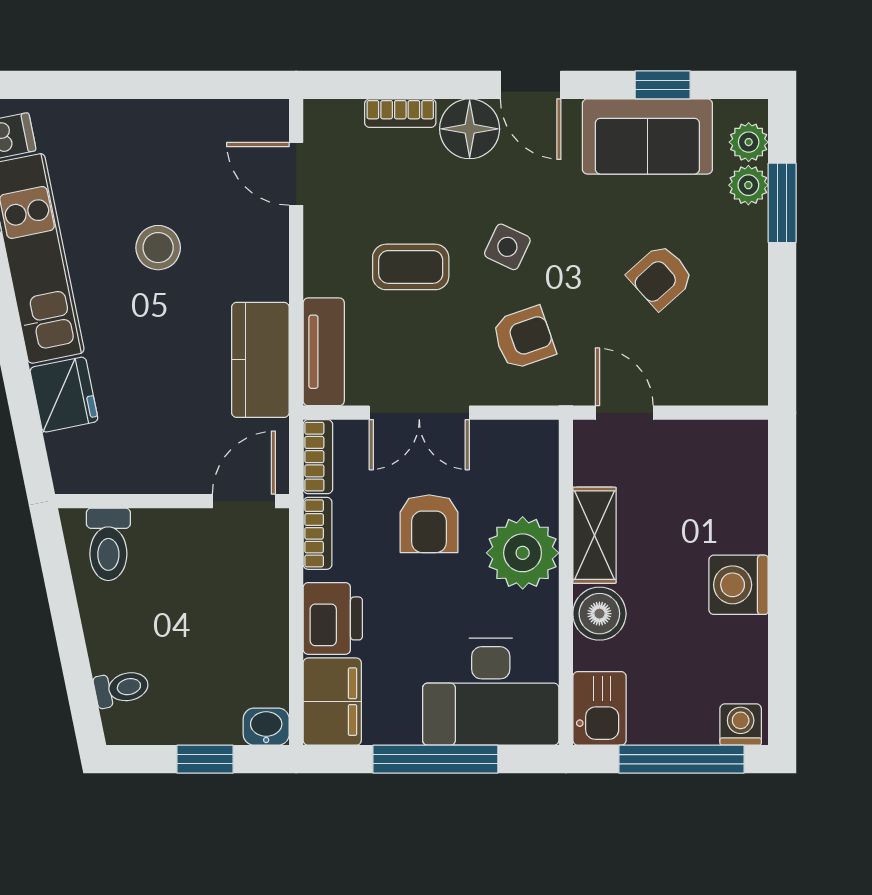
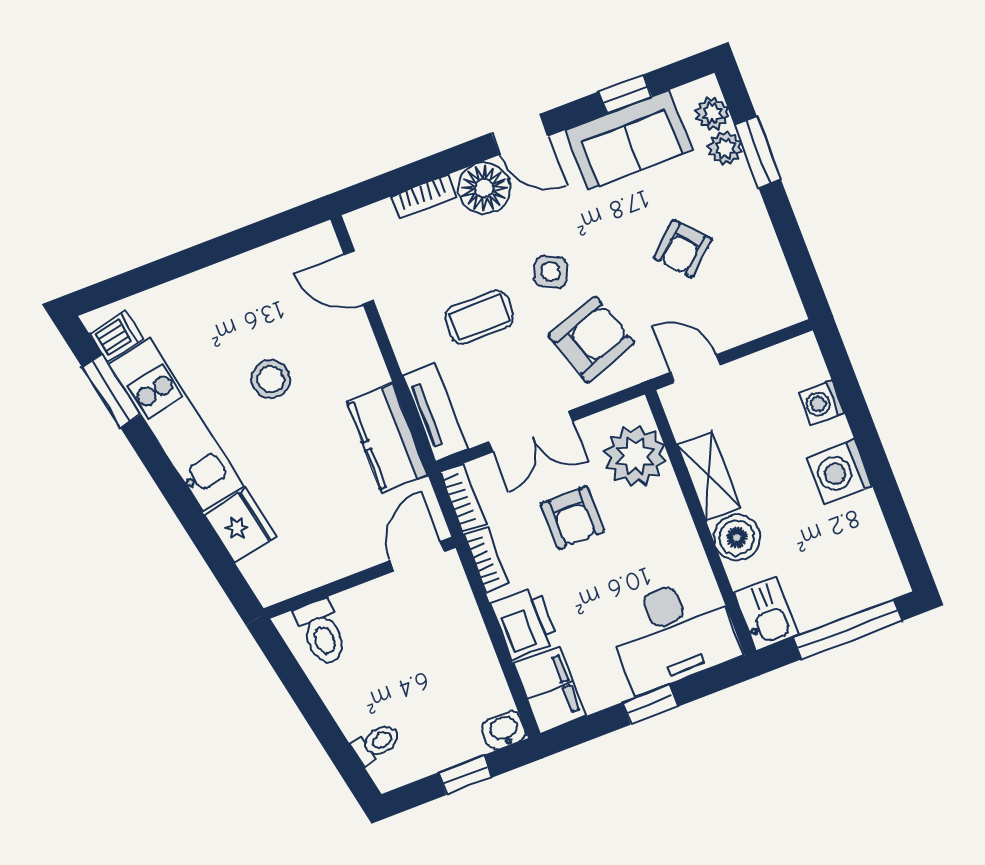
armchair: (524, 338) -> (592, 339), width x1.38, depth x1.38
plant: (523, 553) -> (635, 456), moved
washing machine: (741, 725) -> (821, 403), moved, turned -90
window: (435, 759) -> (650, 704), width x0.46

